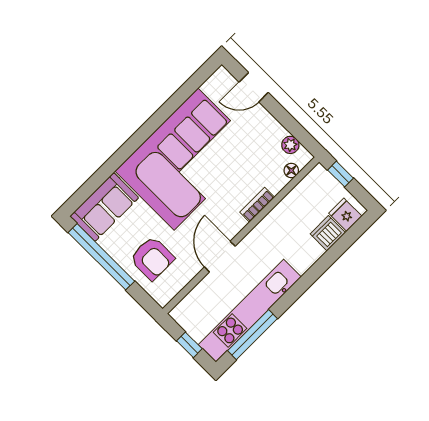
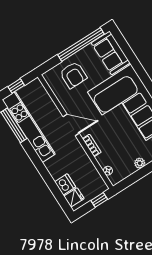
plant: (290, 145) -> (140, 163), moved
door: (220, 257) -> (71, 125), moved
armchair: (152, 258) -> (73, 75), turned -90

